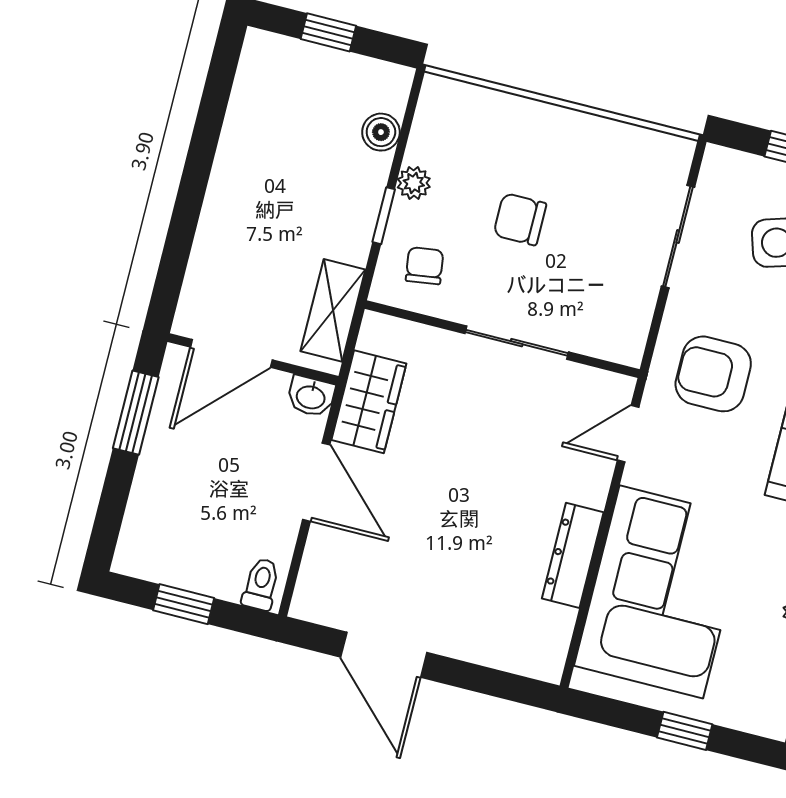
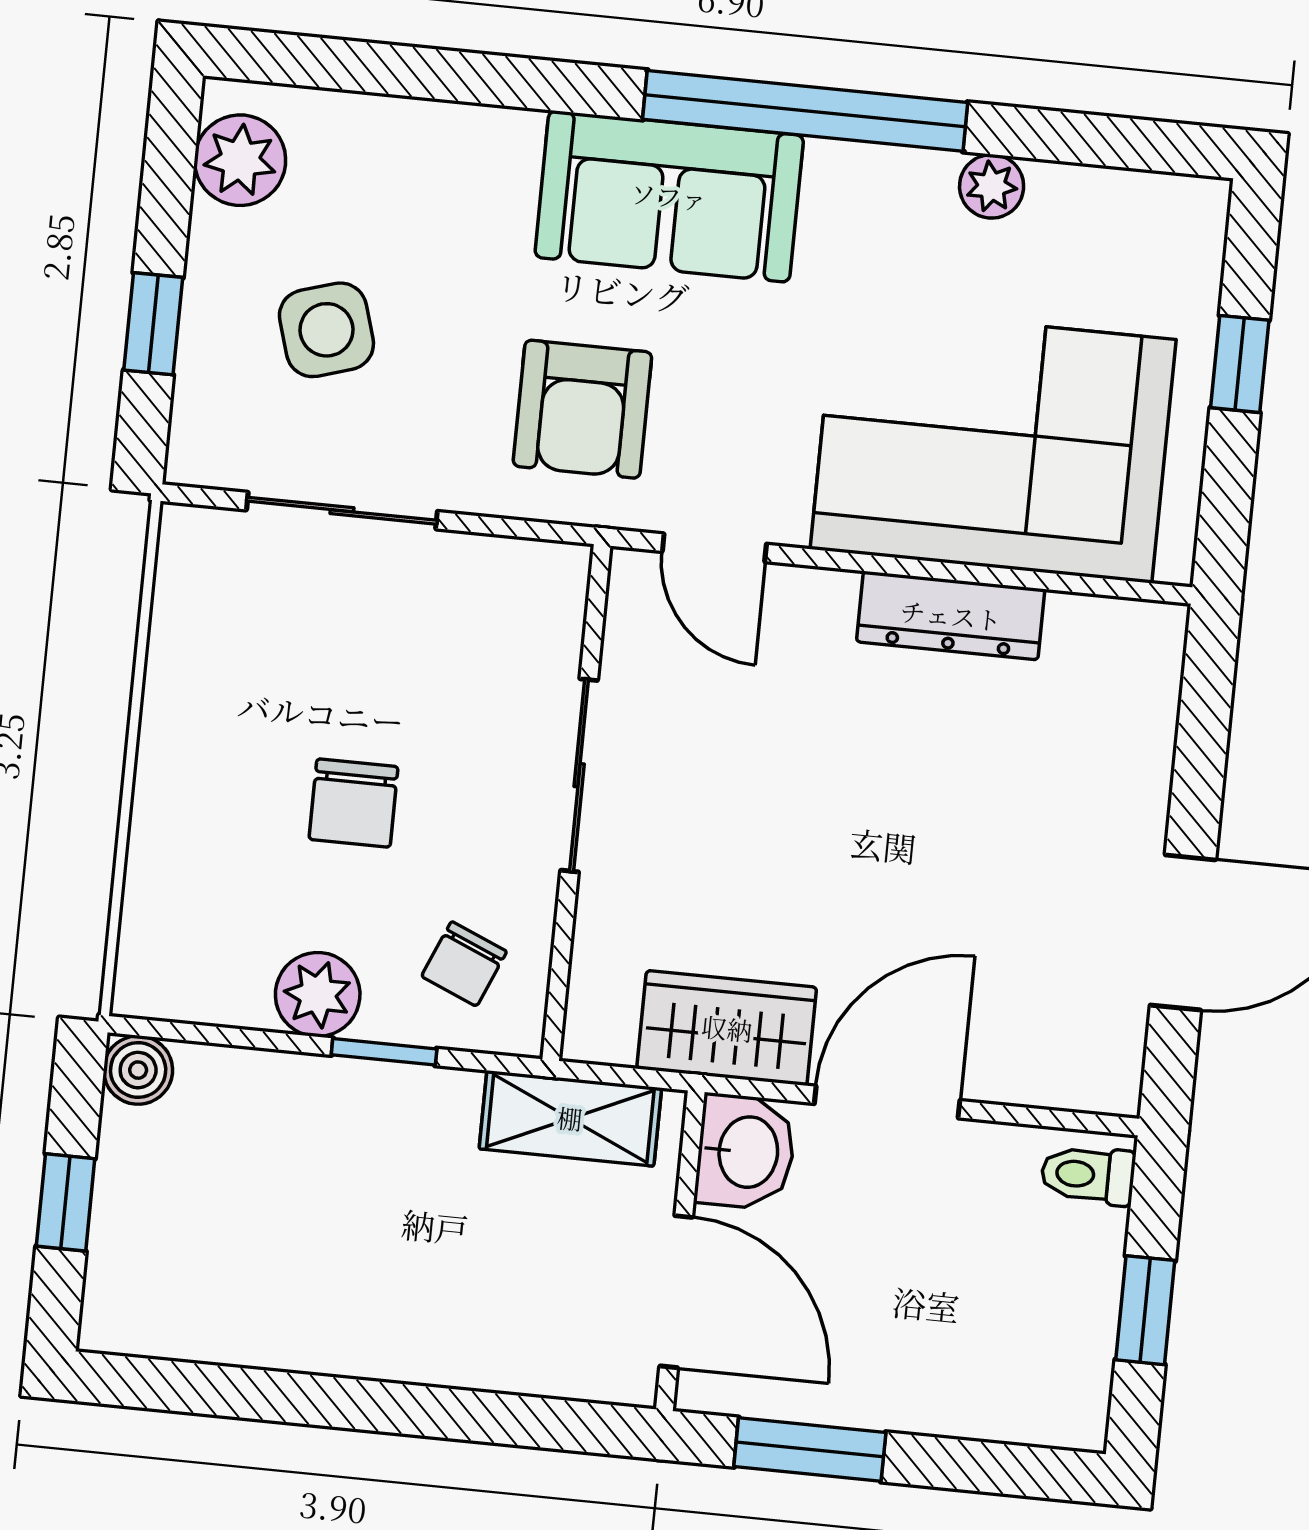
boiler: (381, 132) -> (138, 1070), moved
plant: (414, 183) -> (318, 995), width x1.38, depth x1.38
chair: (425, 266) -> (464, 964), turned -59
washbasin: (311, 396) -> (746, 1152), width x1.38, depth x1.45

